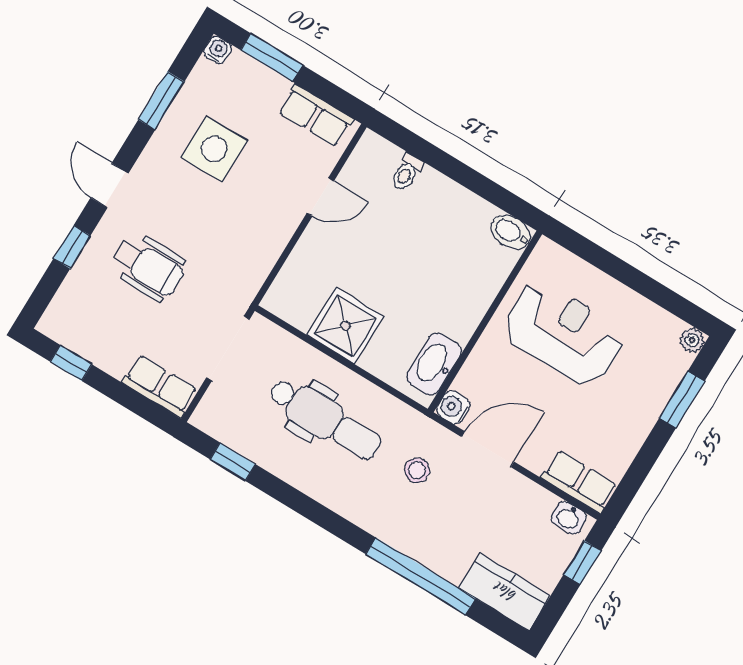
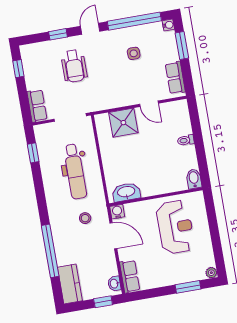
window: (161, 101) -> (134, 21), width x2.11
side table: (214, 149) -> (134, 53), width x0.54, depth x0.54
toilet: (407, 172) -> (186, 140), moved
shower: (345, 326) -> (123, 123), moved

